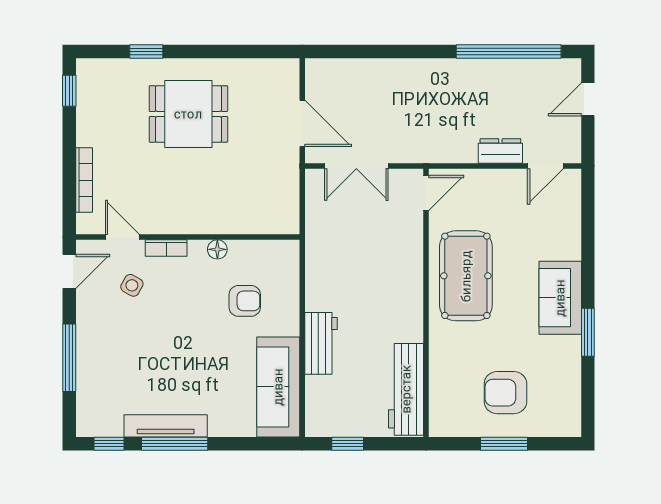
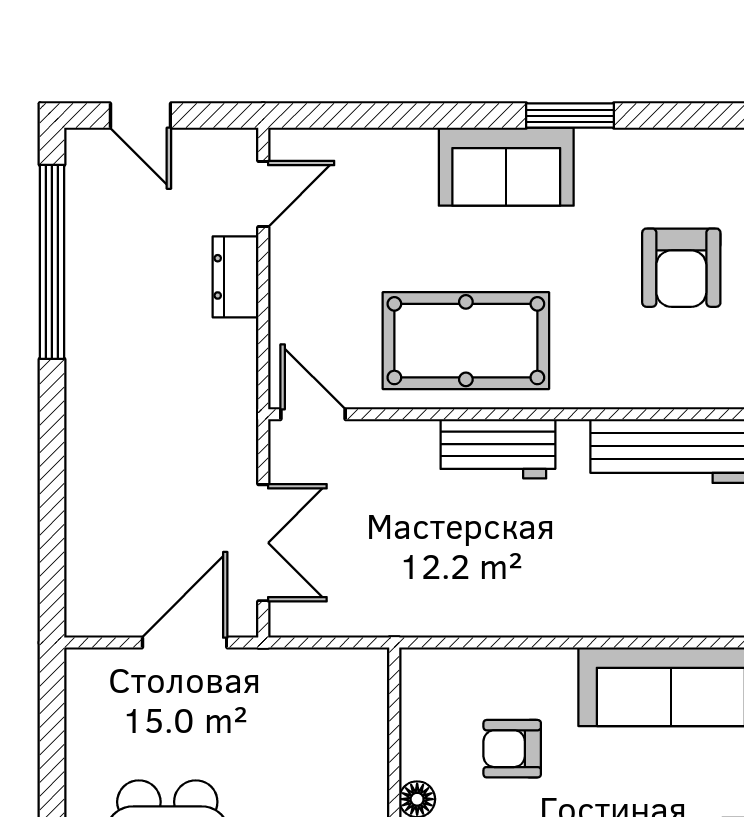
door: (545, 166) -> (263, 194), hinge flipped
armchair: (245, 301) -> (512, 749), turned -90
workbench: (321, 343) -> (498, 449), moved, turned 180

